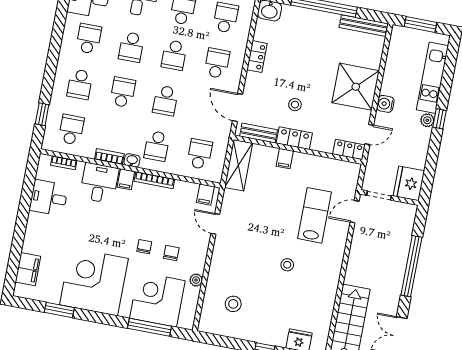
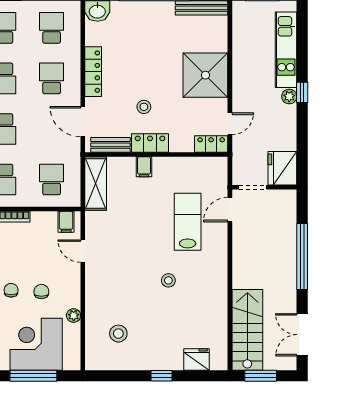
locker: (257, 57) -> (93, 72), width x1.53
water cooler: (385, 104) -> (241, 88), removed

